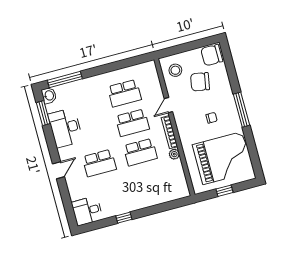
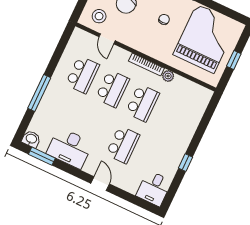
window: (65, 80) -> (39, 93), moved
door: (168, 105) -> (107, 39), moved

